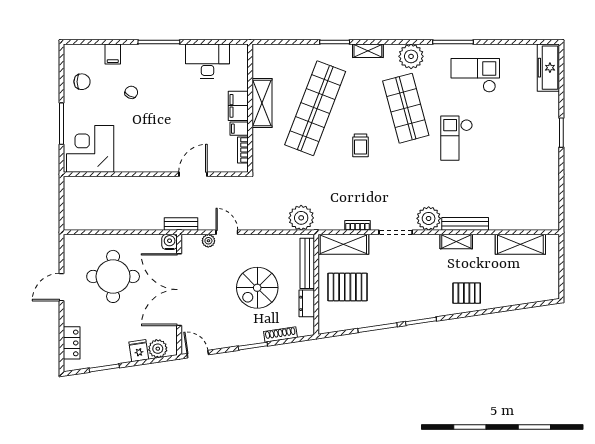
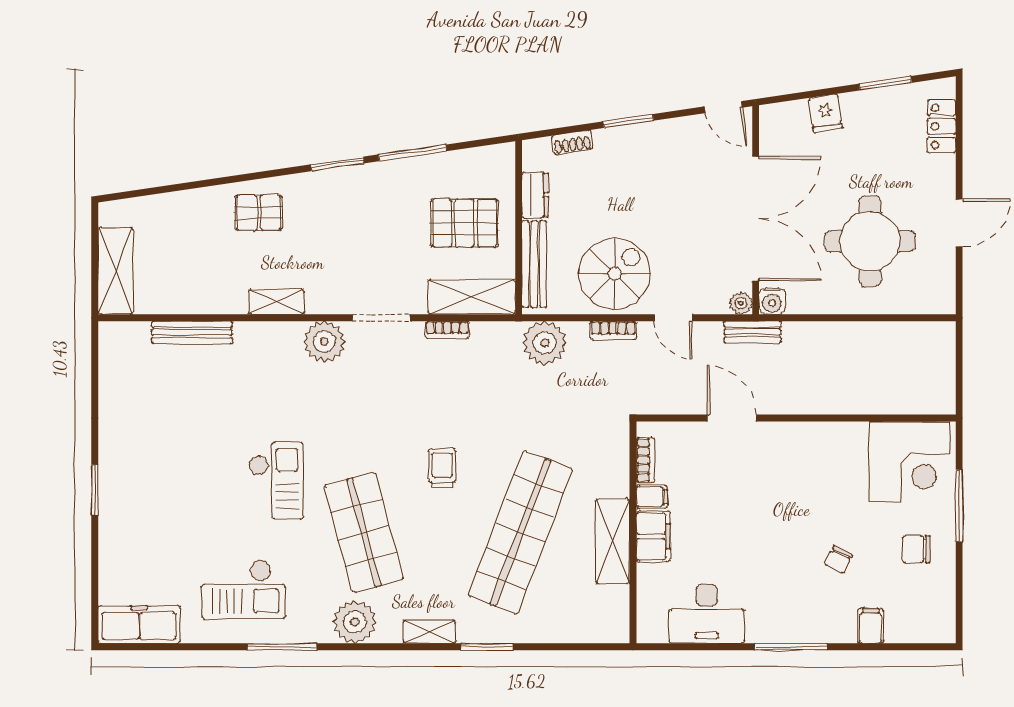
freezer: (548, 68) -> (139, 624), moved, turned -90
chair: (82, 82) -> (916, 549), moved
door: (193, 174) -> (732, 418), swing flipped
bench: (465, 224) -> (192, 332), moved
bookcase: (262, 225) -> (613, 330), added
plant: (208, 241) -> (741, 303), moved
shelving: (520, 244) -> (116, 271), moved, turned 90
spiral stairs: (257, 288) -> (615, 274), moved
shoe rack: (280, 334) -> (572, 142), width x0.70
plant: (158, 349) -> (793, 117), removed

